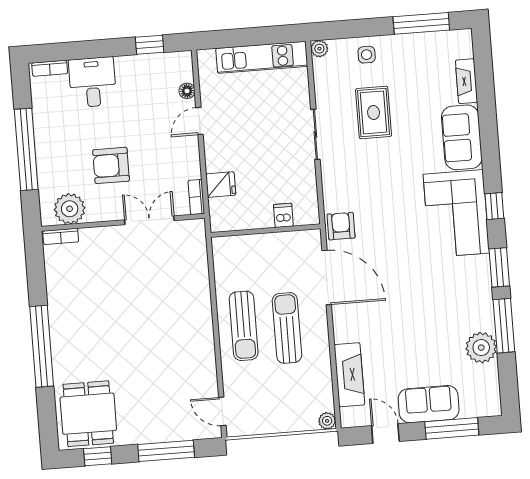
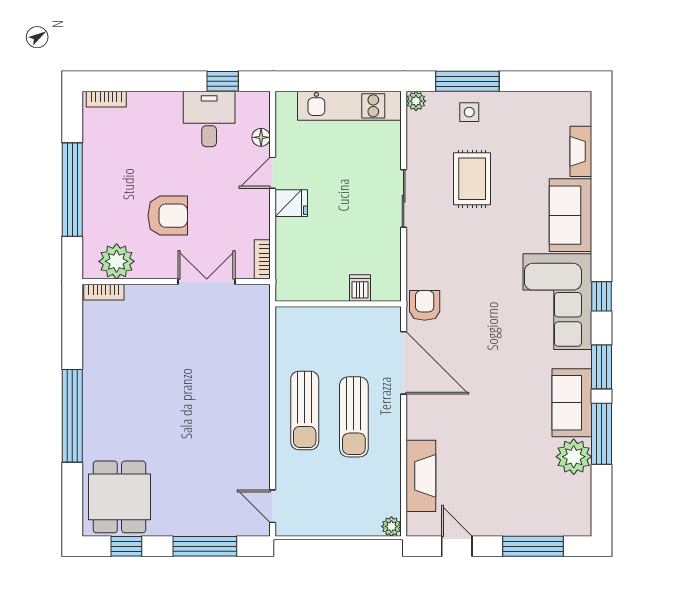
window: (421, 23) -> (467, 81), moved
desk: (92, 82) -> (209, 119), moved
armchair: (111, 165) -> (168, 216), turned 180
fridge: (221, 185) -> (291, 203), moved
sun lounger: (287, 328) -> (354, 417), turned 180
sofa: (429, 404) -> (572, 403), moved, turned -90

